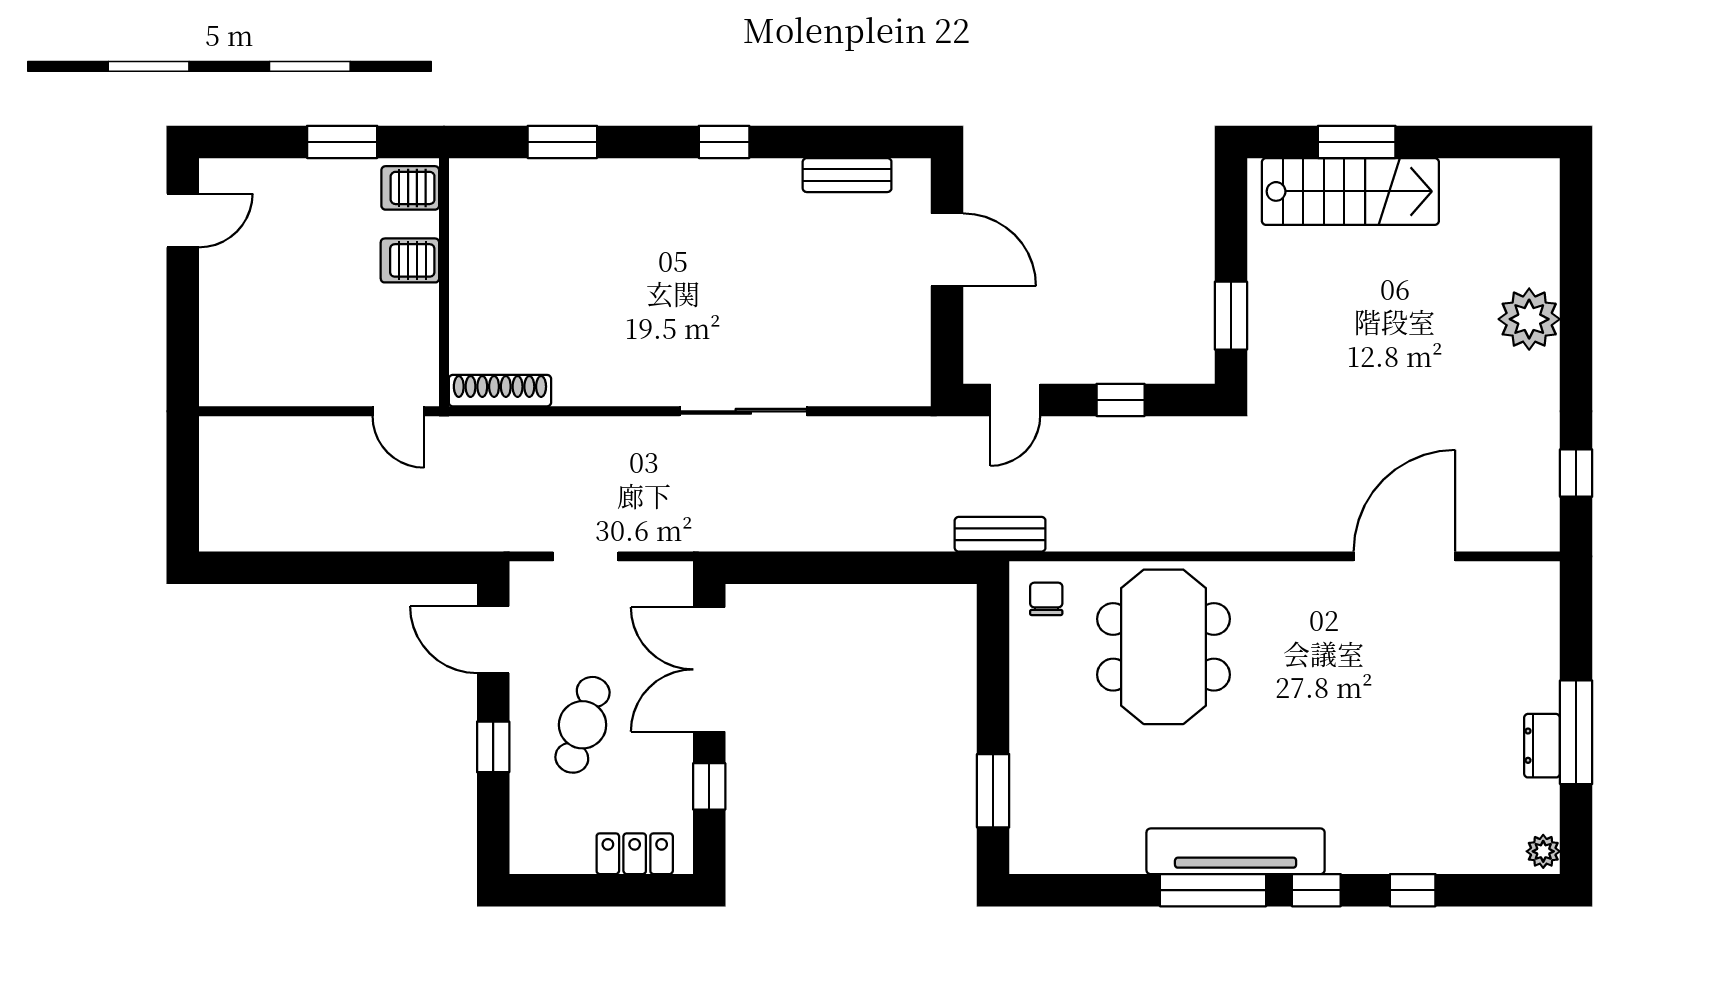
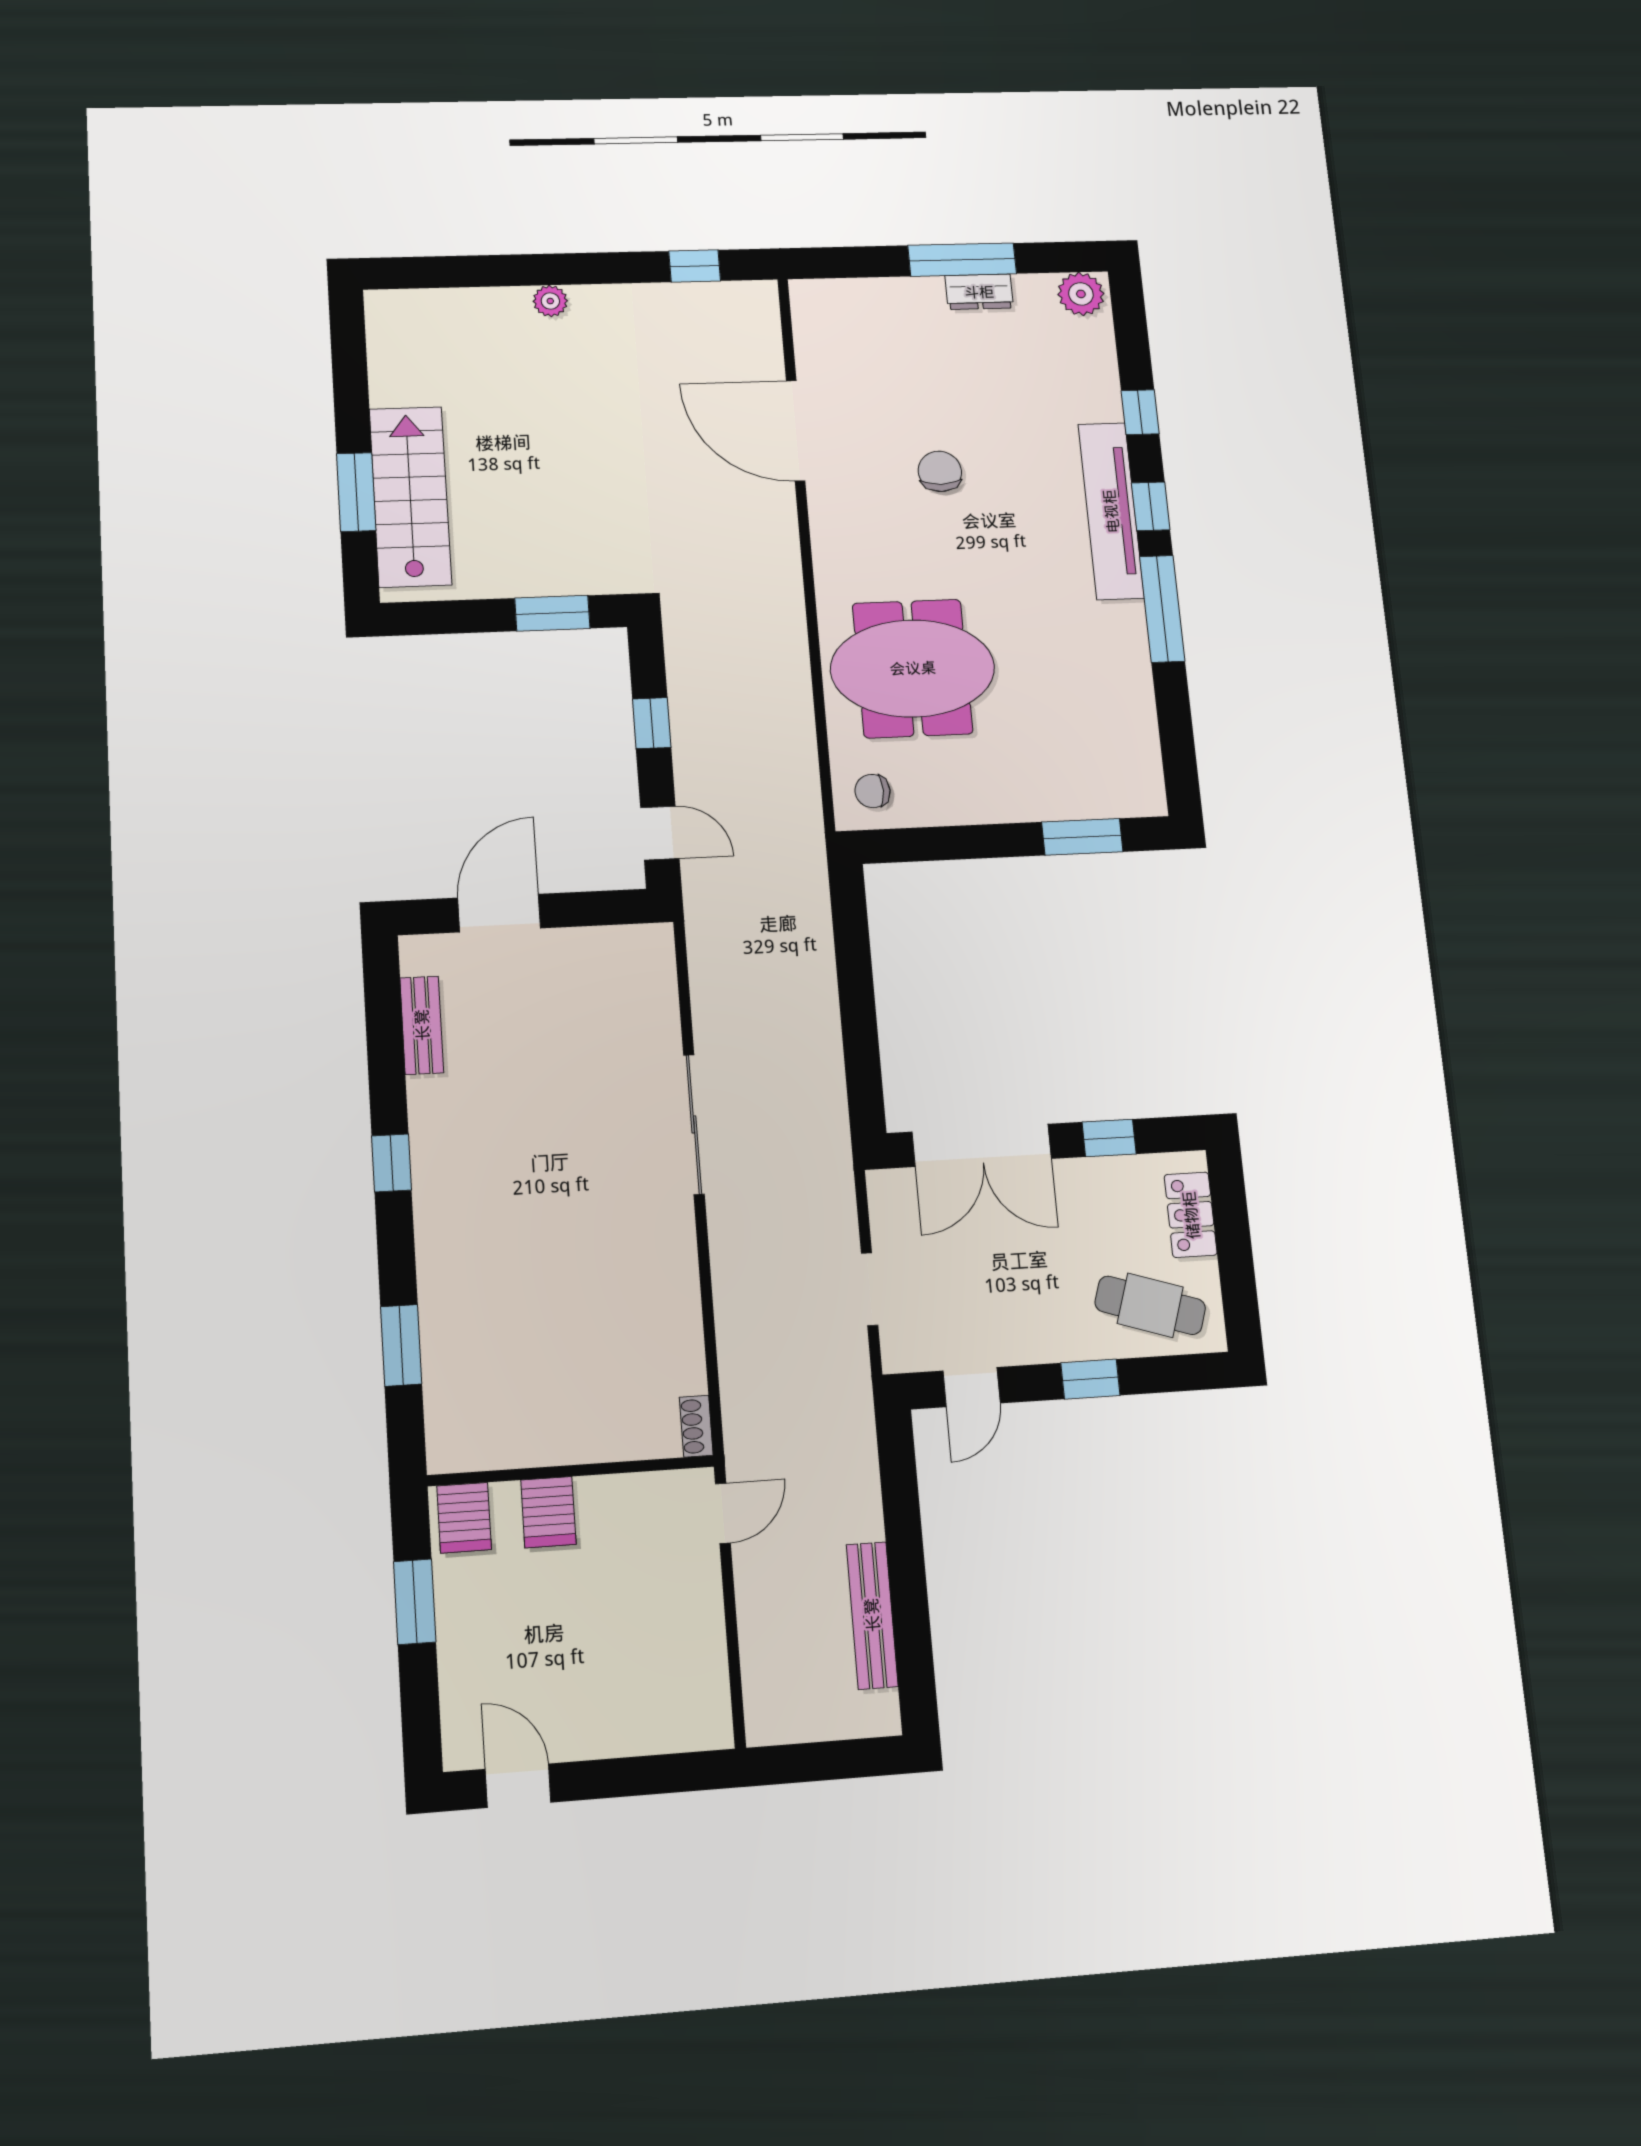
plant: (1529, 319) -> (550, 301), width x0.53, depth x0.53
shoe rack: (500, 391) -> (696, 1426), width x0.51, depth x0.81
bench: (1000, 534) -> (872, 1615), moved, width x1.36
door: (493, 640) -> (972, 1387), width x0.73
chair: (1359, 691) -> (940, 471), added
cafe table: (583, 725) -> (1150, 1305), moved
tv unit: (1236, 851) -> (1111, 511), moved
plant: (1543, 851) -> (1081, 294), width x1.38, depth x1.38

